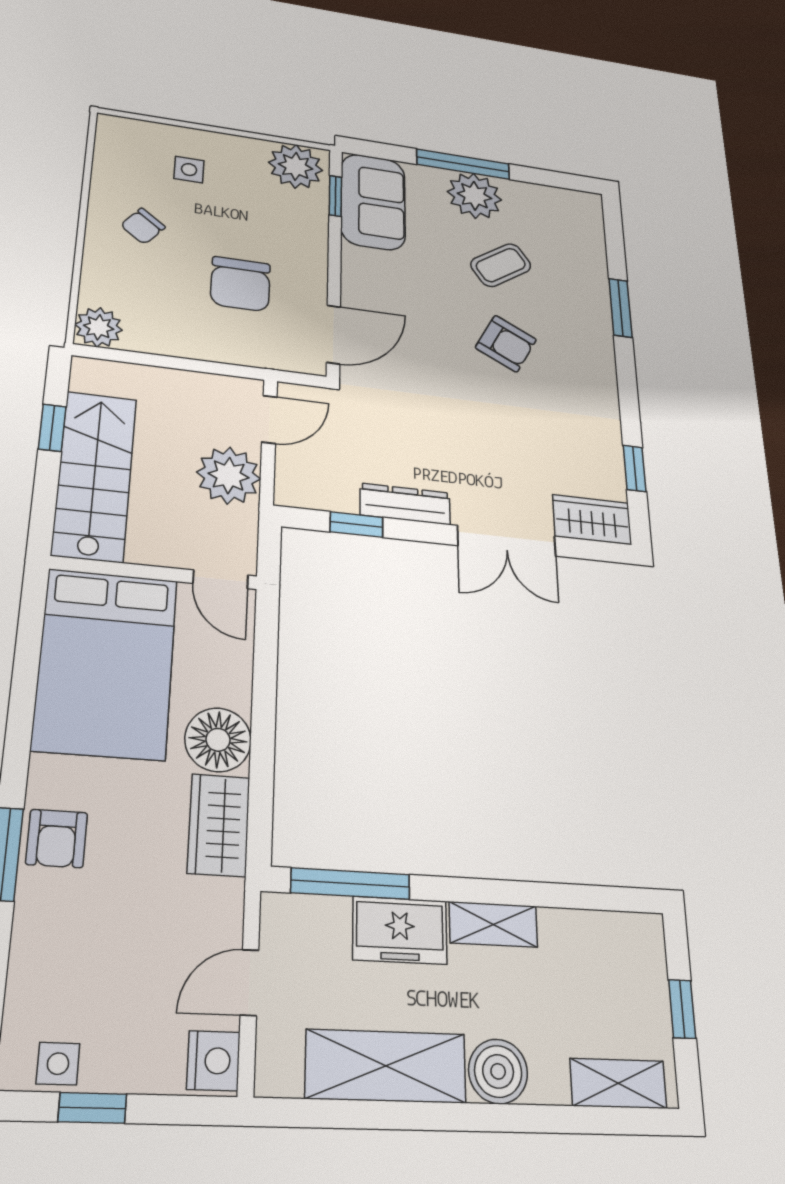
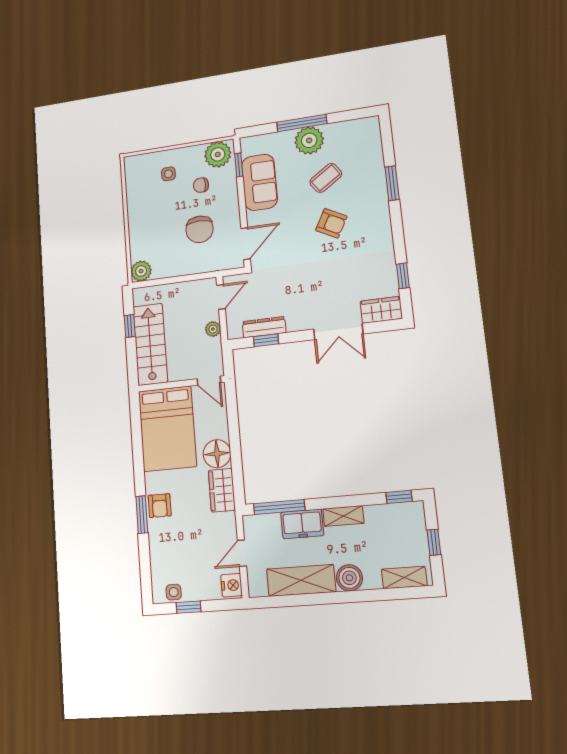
sofa: (373, 202) -> (259, 182), moved
chair: (143, 226) -> (201, 185), moved, turned 53
plant: (229, 476) -> (213, 329), width x0.53, depth x0.53
dresser: (405, 504) -> (264, 327), moved
window: (613, 899) -> (399, 497), added

